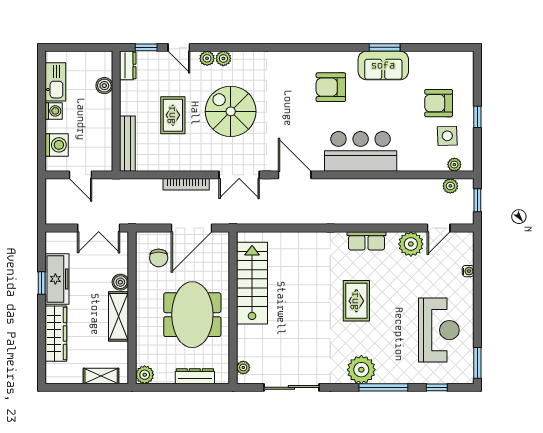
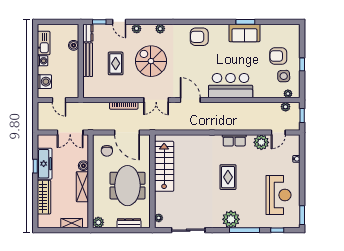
plant: (223, 58) -> (160, 29), moved
armchair: (331, 87) -> (199, 37), moved
bench: (127, 144) -> (88, 60), moved
door: (192, 228) -> (127, 133), hinge flipped

